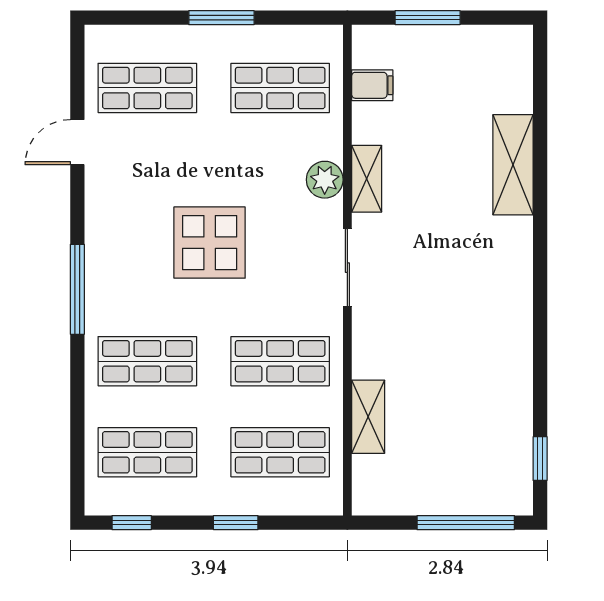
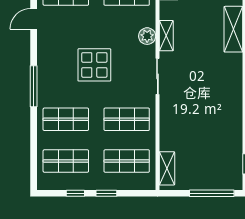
shelving: (368, 417) -> (167, 168), moved
window: (132, 523) -> (75, 193), moved

